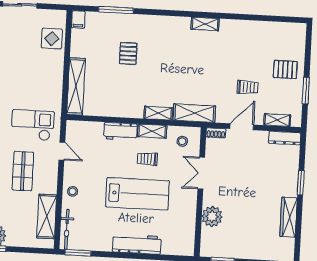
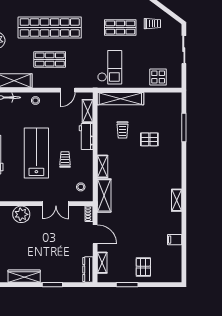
filing cabinet: (78, 19) -> (175, 240), moved
trolley: (248, 87) -> (122, 130), moved
checkout: (33, 125) -> (110, 67), moved
shelving: (152, 131) -> (88, 111), moved
double door: (201, 173) -> (56, 204), swing flipped
lab bench: (137, 194) -> (36, 153), turned 180

